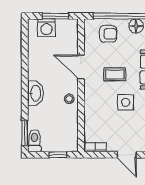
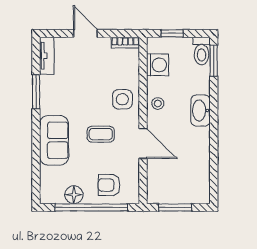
washing machine: (46, 28) -> (158, 65), moved, turned 90
side table: (126, 102) -> (122, 99), moved

